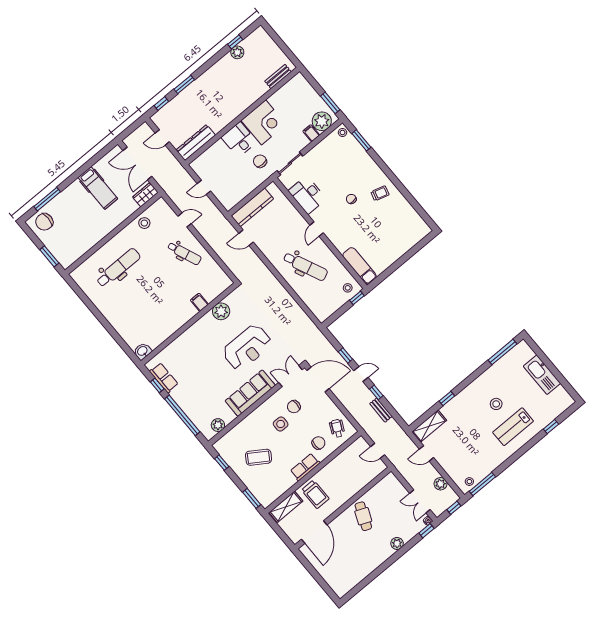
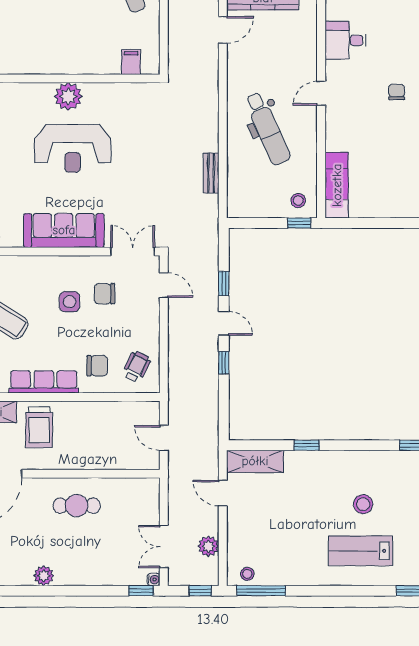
desk: (307, 195) -> (345, 40), width x0.73
door: (246, 238) -> (223, 30), swing flipped
filing cabinet: (199, 302) -> (131, 62), moved
plant: (221, 311) -> (68, 96), moved
reception desk: (247, 347) -> (73, 148), moved
door: (318, 380) -> (164, 285), width x0.53
bench: (381, 410) -> (211, 173), moved
row of seats: (305, 467) -> (44, 382), width x1.48
cafe table: (363, 516) -> (77, 506), turned 67
plant: (397, 543) -> (44, 576), moved

